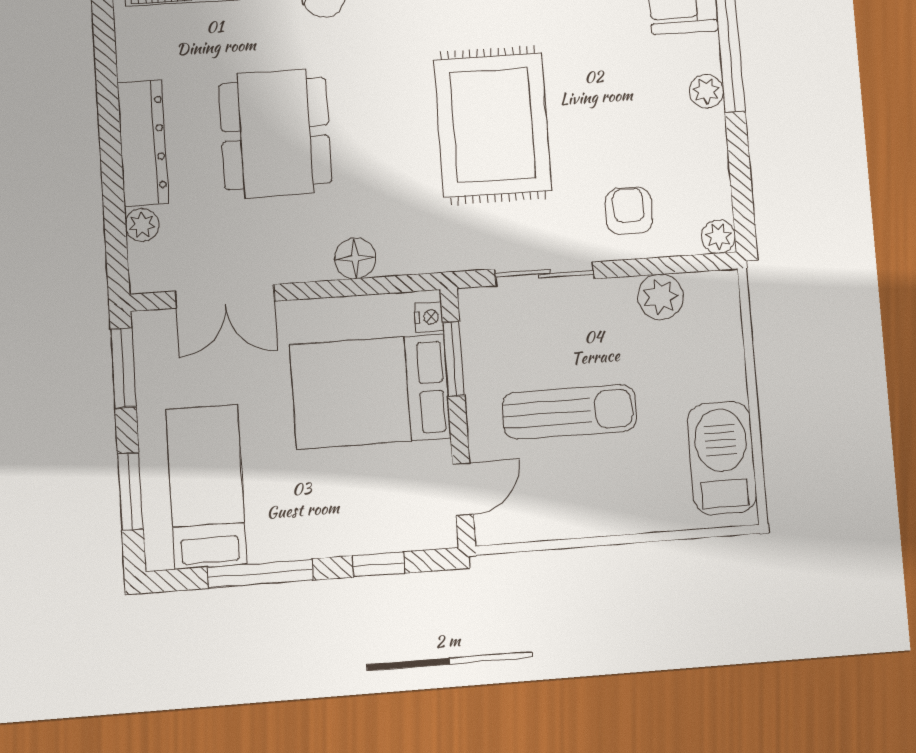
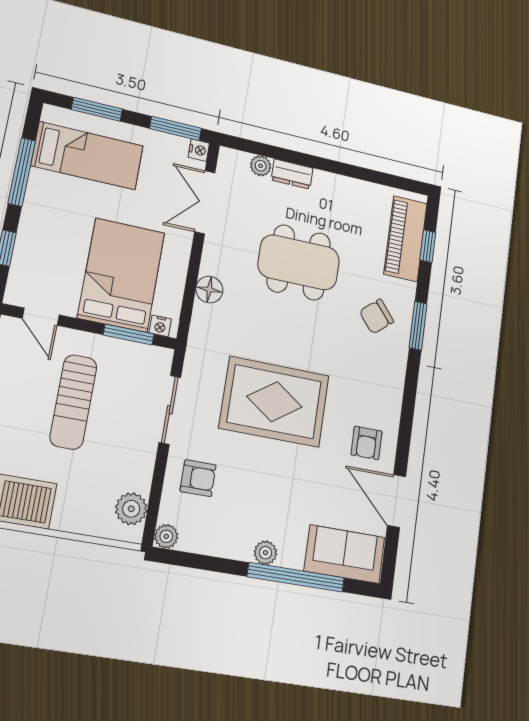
dresser: (143, 143) -> (292, 174), width x0.51, depth x0.80
plant: (660, 297) -> (131, 509), moved
nightstand: (147, 324) -> (199, 150), added

